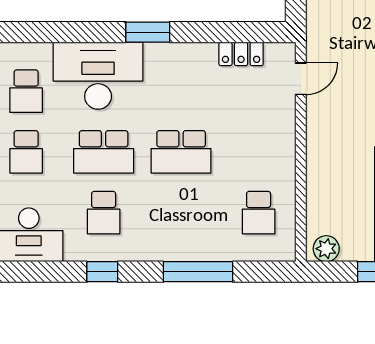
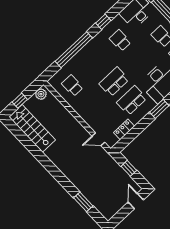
door: (301, 79) -> (98, 139), hinge flipped
school desk: (104, 152) -> (132, 100), moved
window: (198, 272) -> (74, 50), width x1.46

